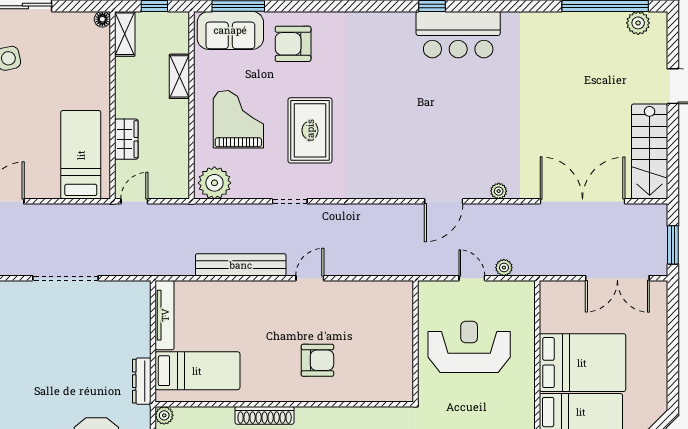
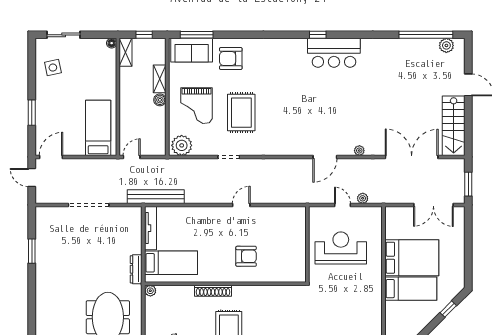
boiler: (180, 110) -> (160, 100), added
grand piano: (238, 119) -> (197, 106), turned 180
wardrobe: (126, 139) -> (127, 118), removed
bench: (241, 265) -> (156, 197), moved

